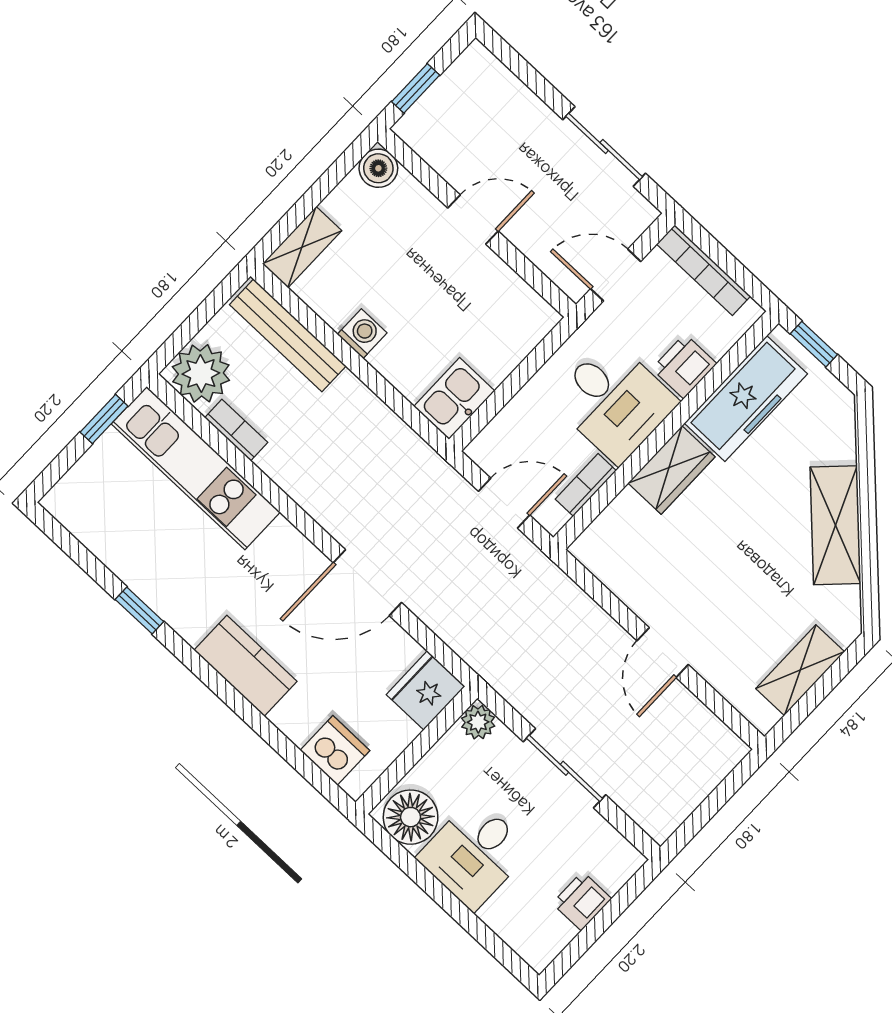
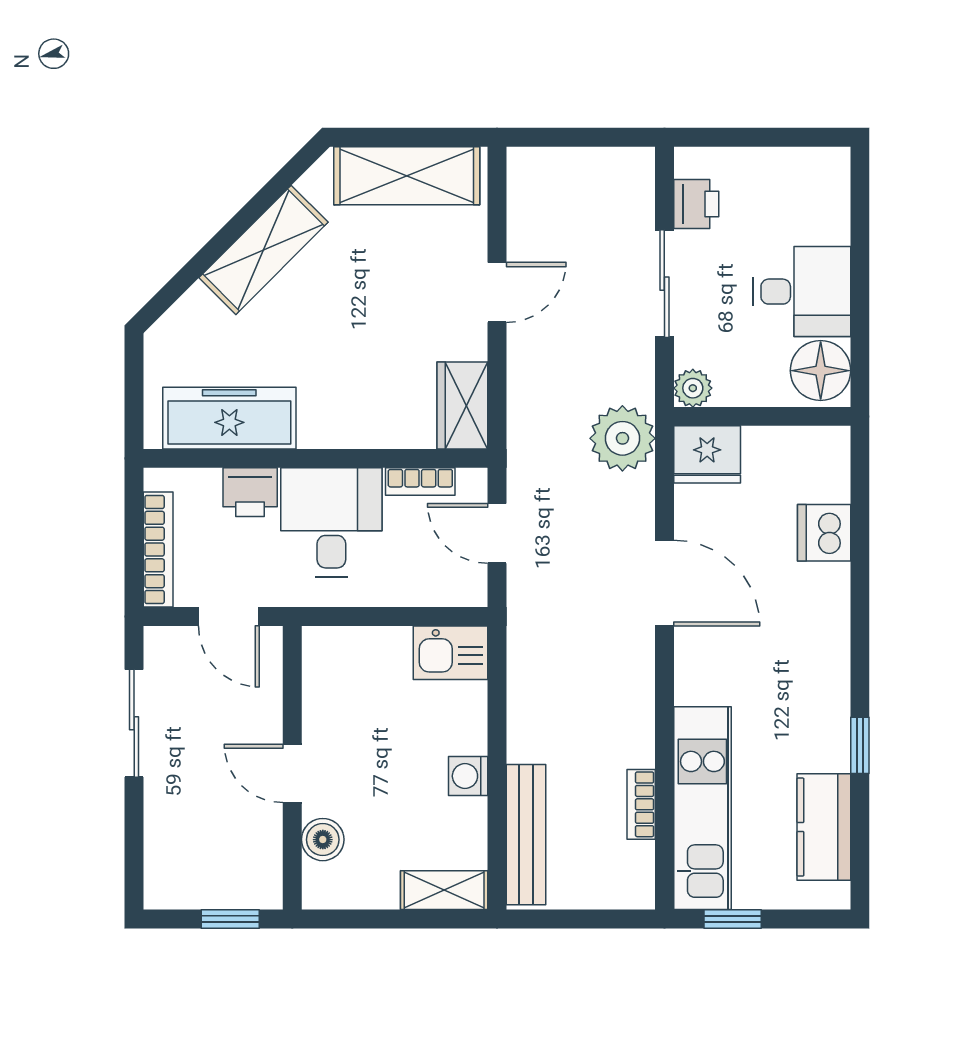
boiler: (378, 168) -> (323, 840), moved
window: (814, 344) -> (134, 405), removed
plant: (201, 373) -> (622, 438), moved
wardrobe: (672, 470) -> (462, 405), moved, turned -90
kitchen counter: (245, 666) -> (824, 827), moved
shelving: (800, 670) -> (407, 176), width x1.50, depth x1.33
dishwasher: (335, 750) -> (824, 533), moved
printer: (582, 901) -> (696, 204), moved, turned -90

